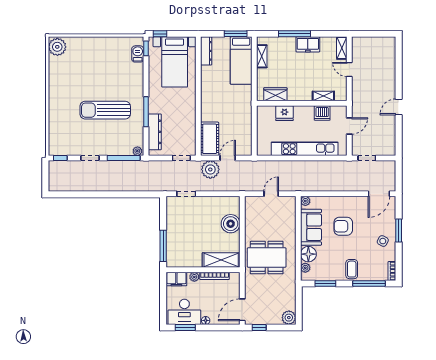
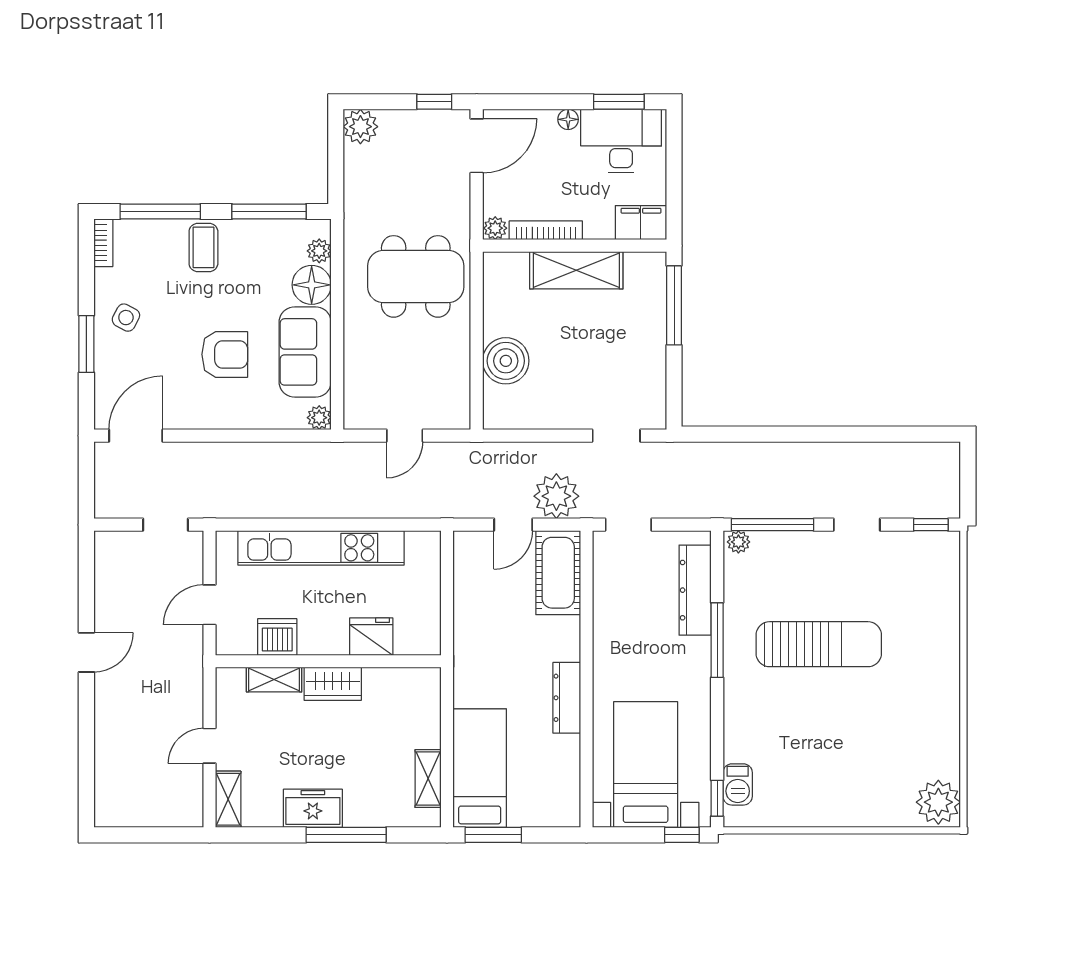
dresser: (206, 51) -> (567, 698), moved
door: (349, 69) -> (210, 746), swing flipped
wardrobe: (275, 94) -> (333, 684), moved
shelving: (221, 260) -> (576, 270), moved
plant: (194, 277) -> (495, 228), moved
window: (325, 284) -> (269, 212), width x1.44

